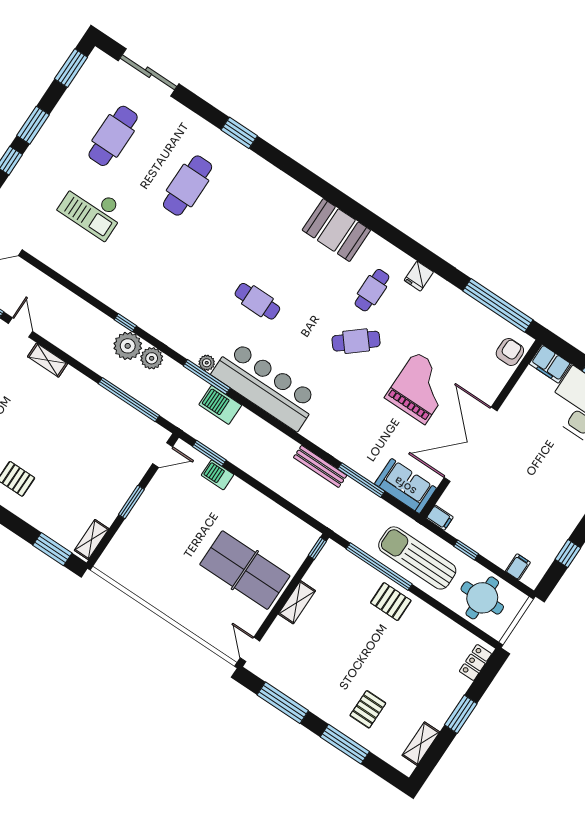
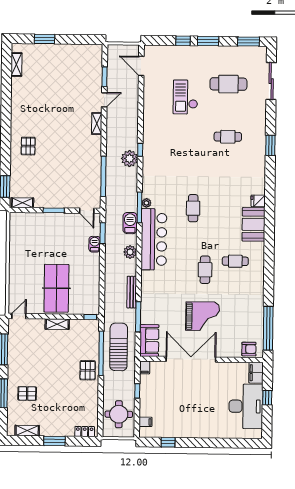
cafe table: (188, 186) -> (228, 137), width x0.73, depth x0.74
fridge: (419, 276) -> (258, 201), moved
cafe table: (356, 341) -> (205, 270), turned 40
plant: (152, 358) -> (130, 252), moved
sun lounger: (417, 558) -> (119, 347), moved

